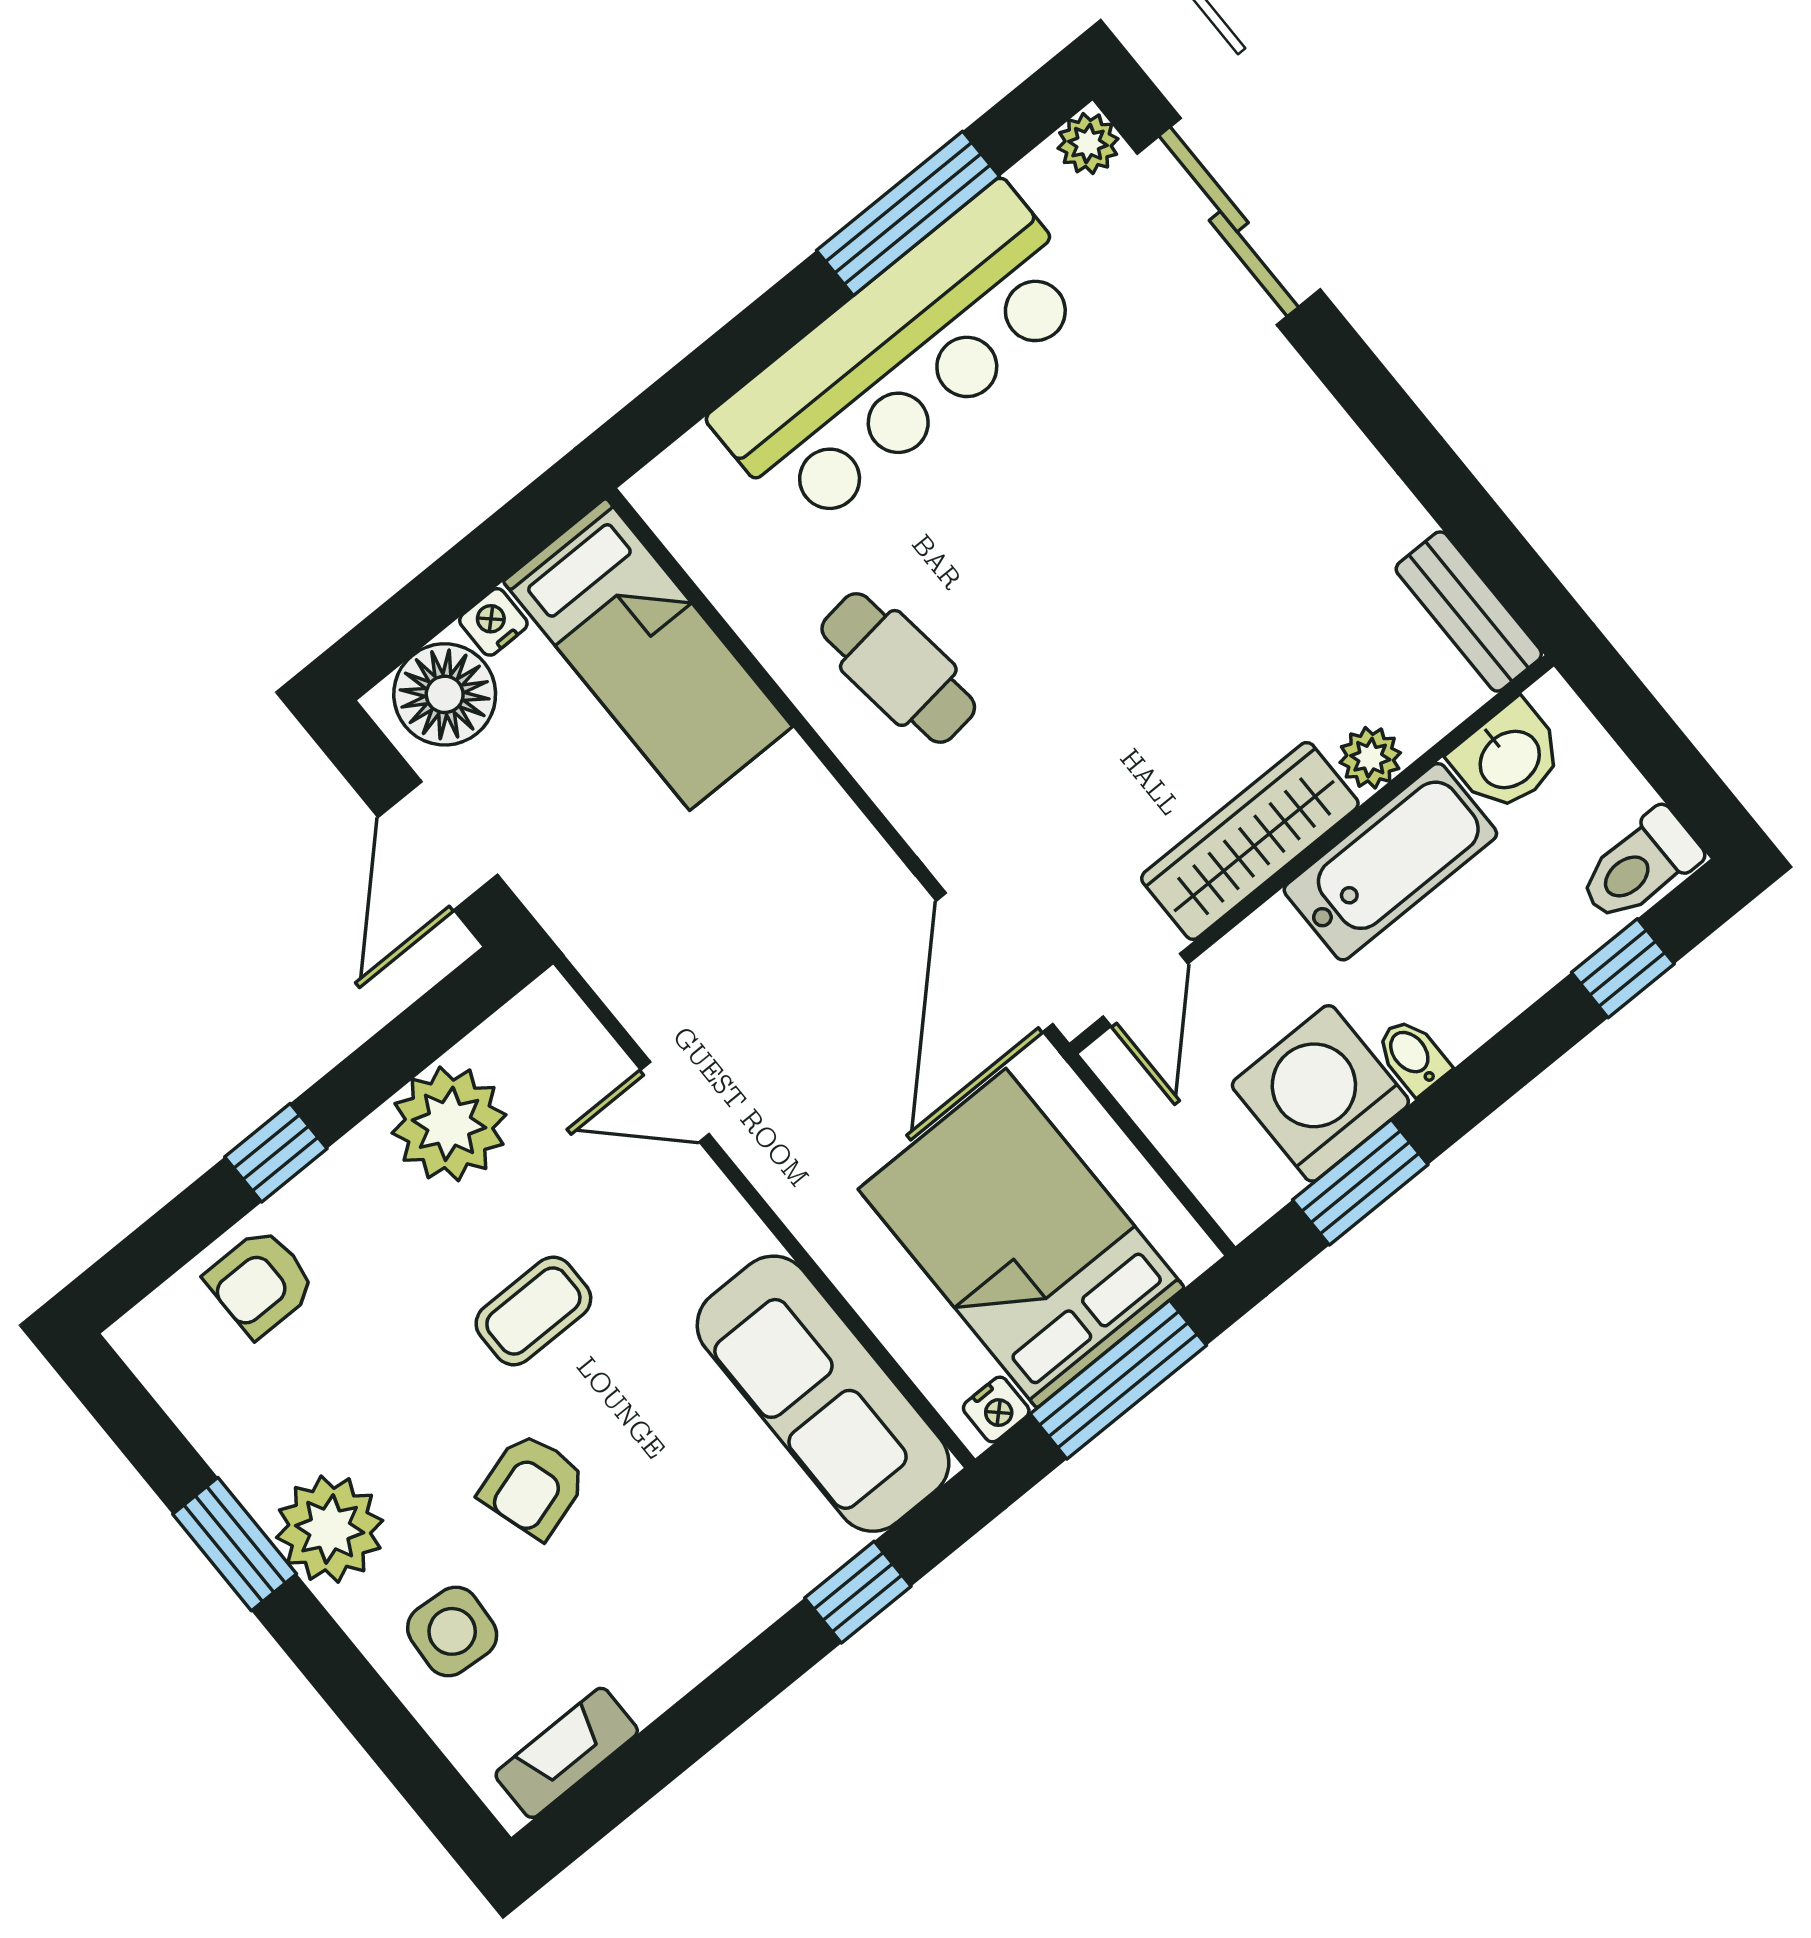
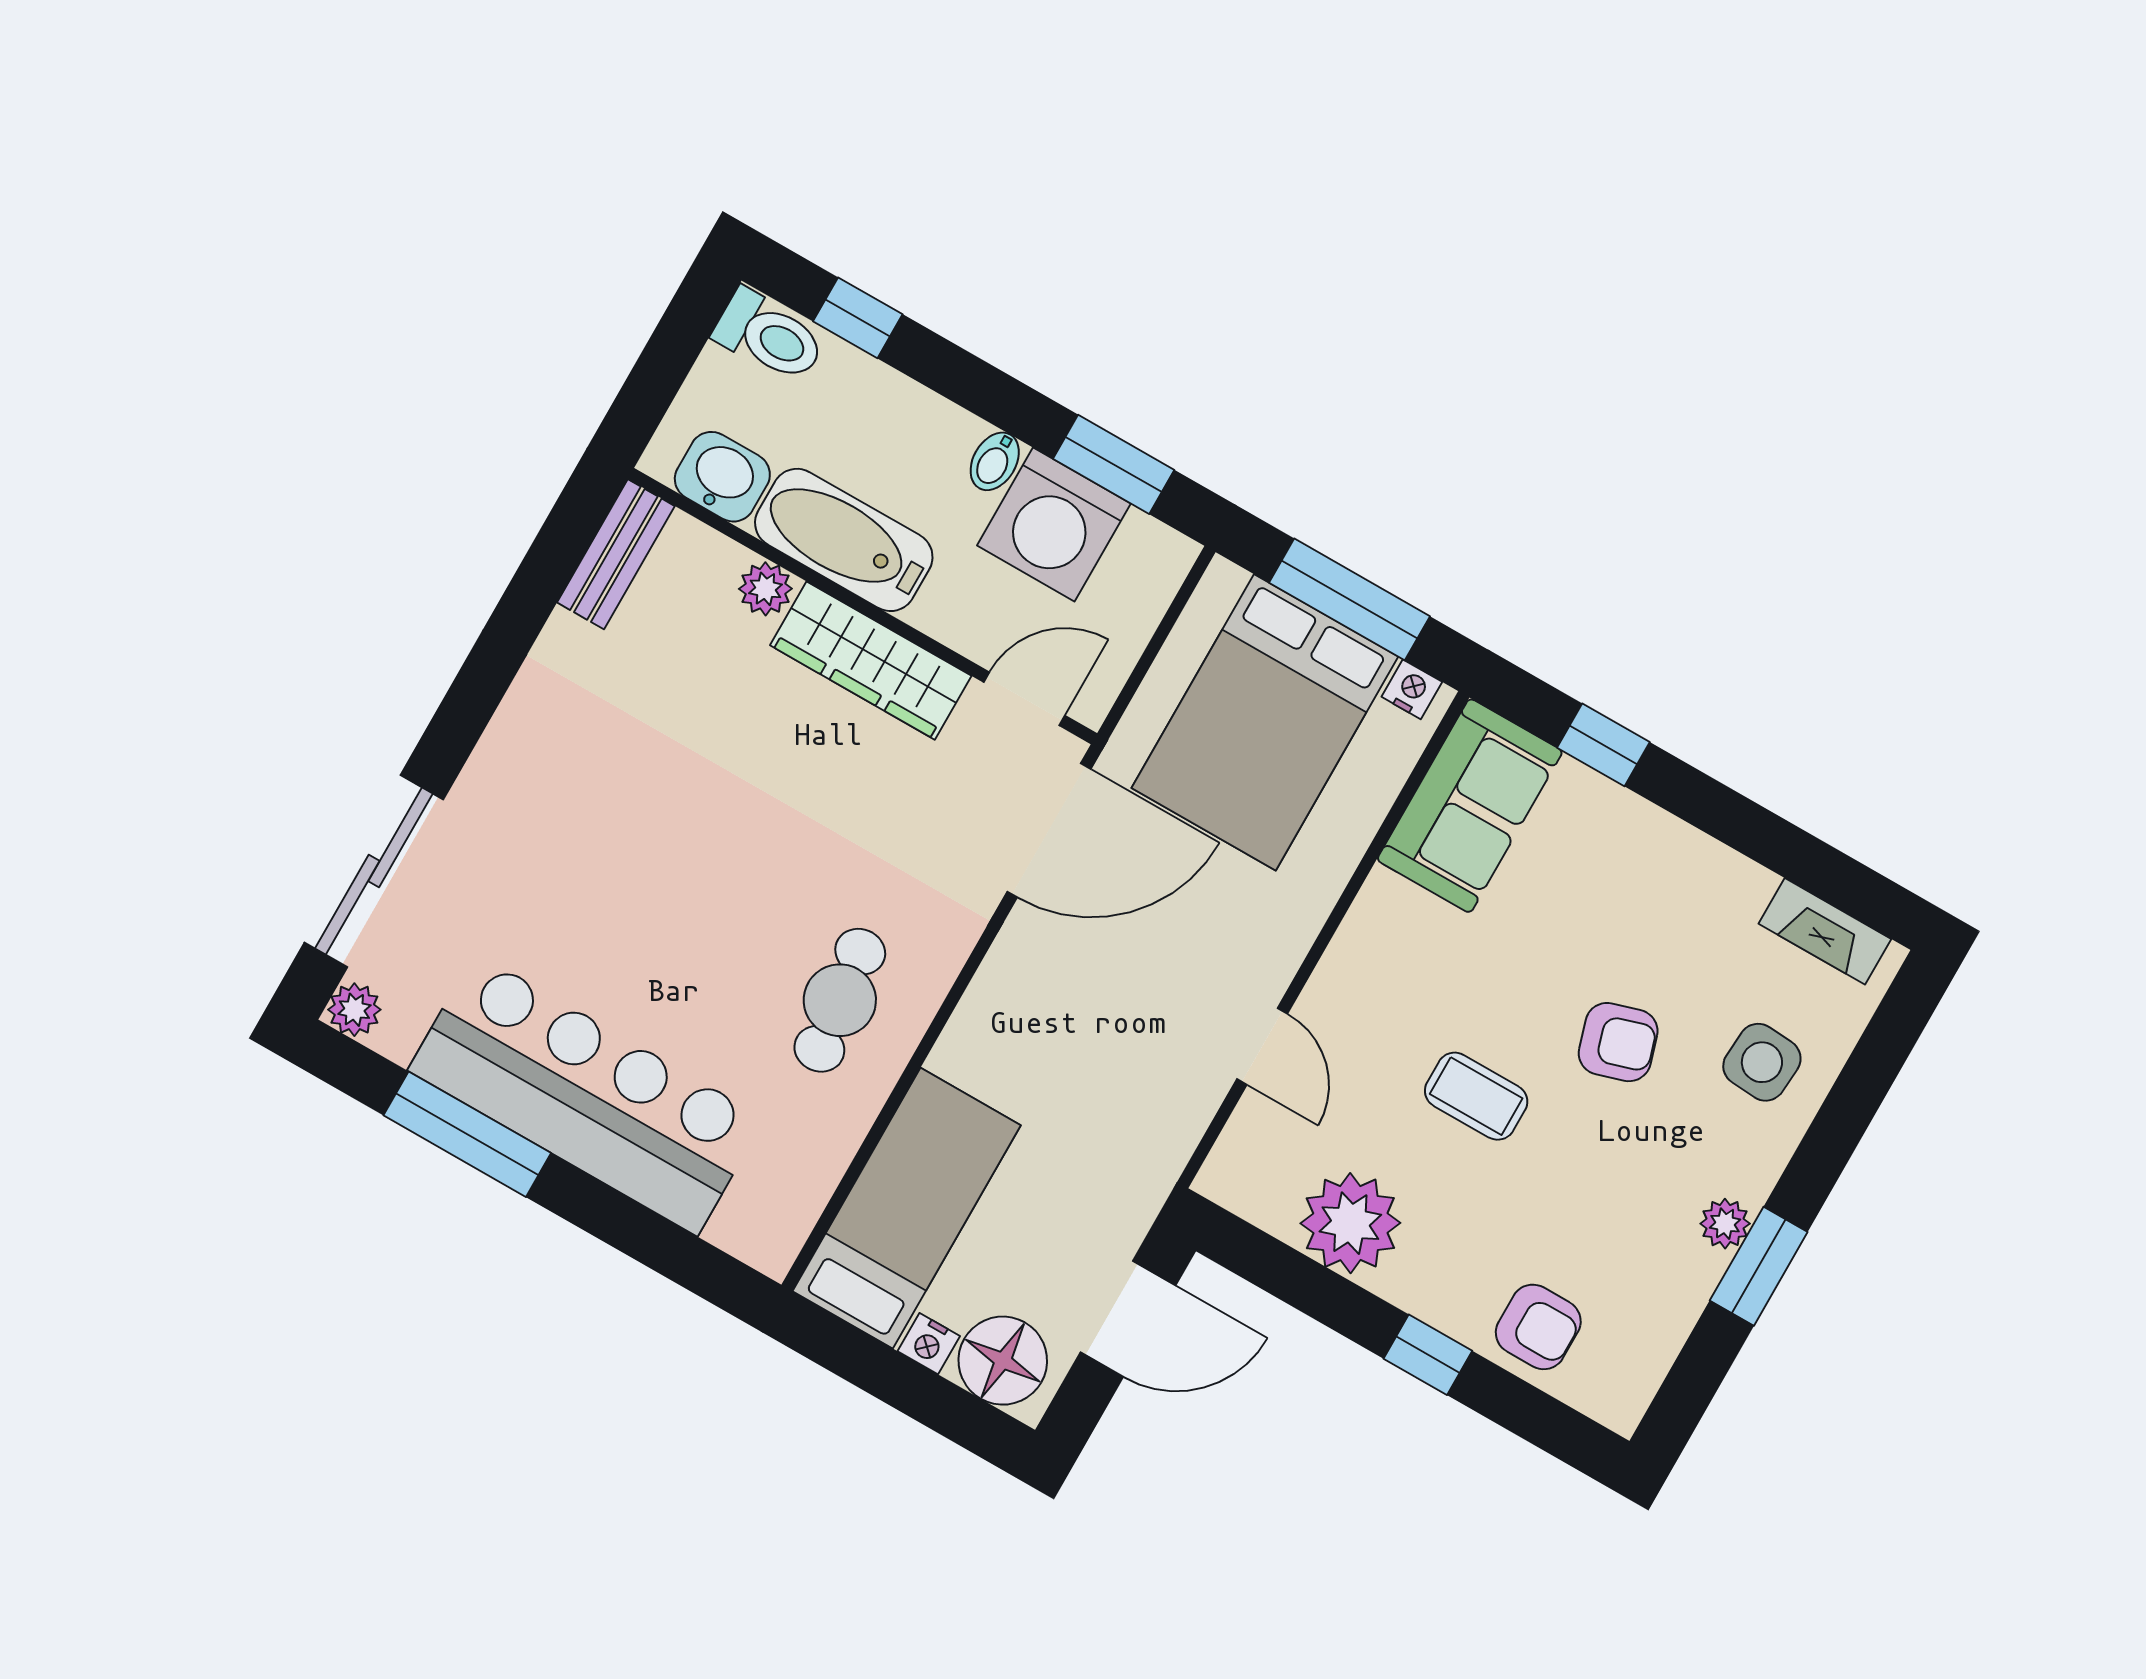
sofa: (823, 1394) -> (1470, 806), width x0.73
plant: (330, 1529) -> (1725, 1224), width x0.53, depth x0.53

